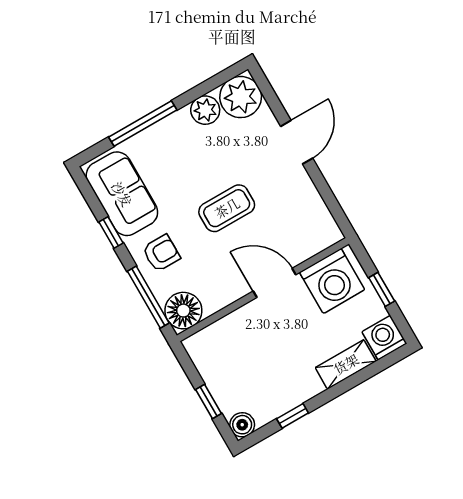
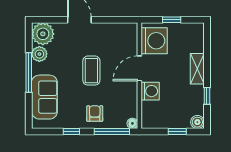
window: (143, 123) -> (29, 73), moved
sofa: (122, 194) -> (44, 97), moved, turned 90
floor lamp: (183, 311) -> (132, 123), width x0.53, depth x0.53
washing machine: (384, 338) -> (150, 91), moved, turned 180
shelving: (346, 364) -> (197, 69), moved

